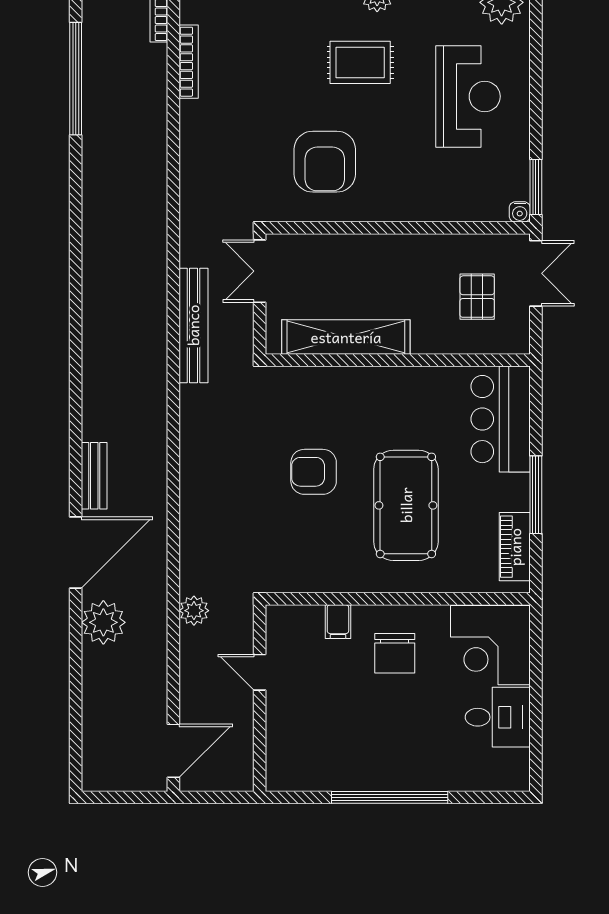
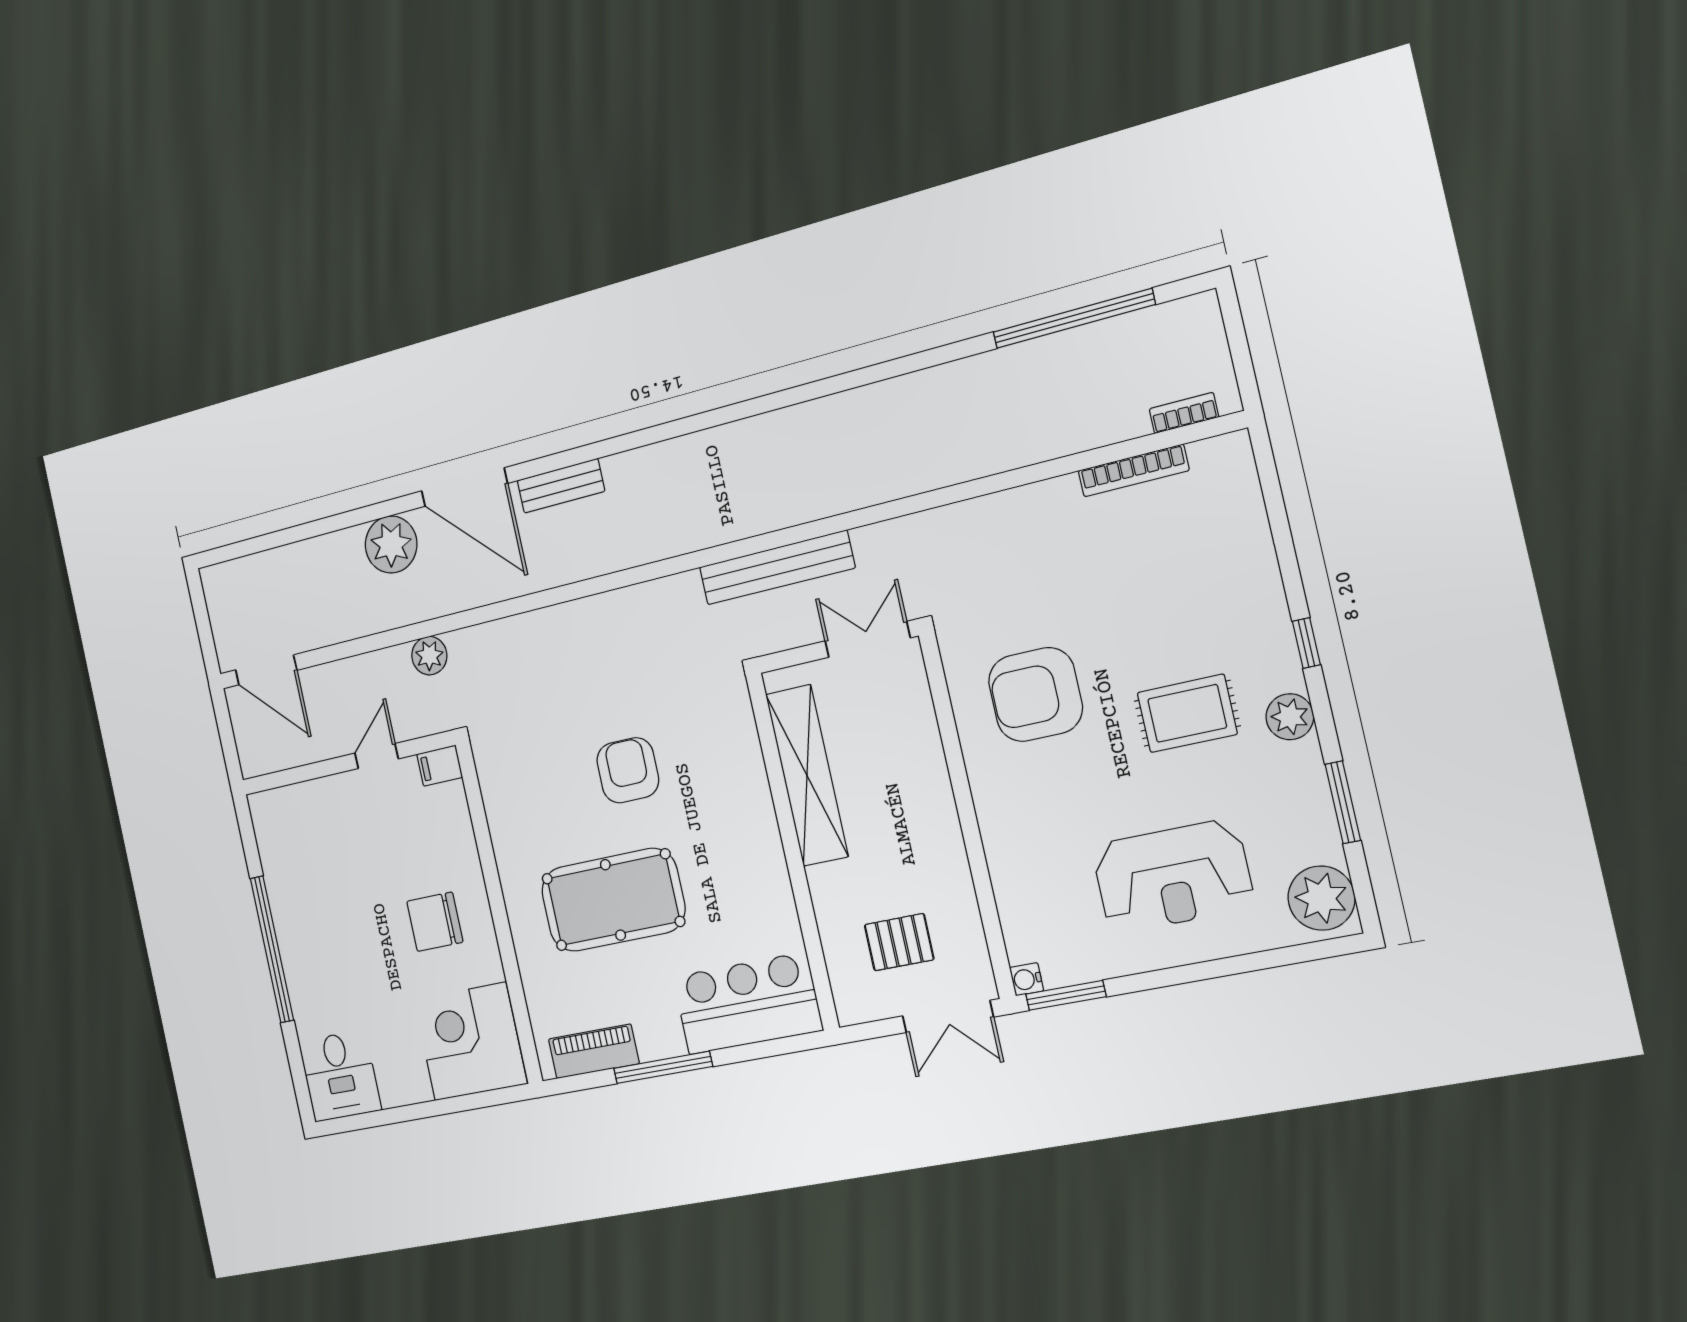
rug: (360, 62) -> (1187, 713), turned 90
filing cabinet: (338, 622) -> (440, 766), moved
desk: (498, 717) -> (340, 1076), moved

